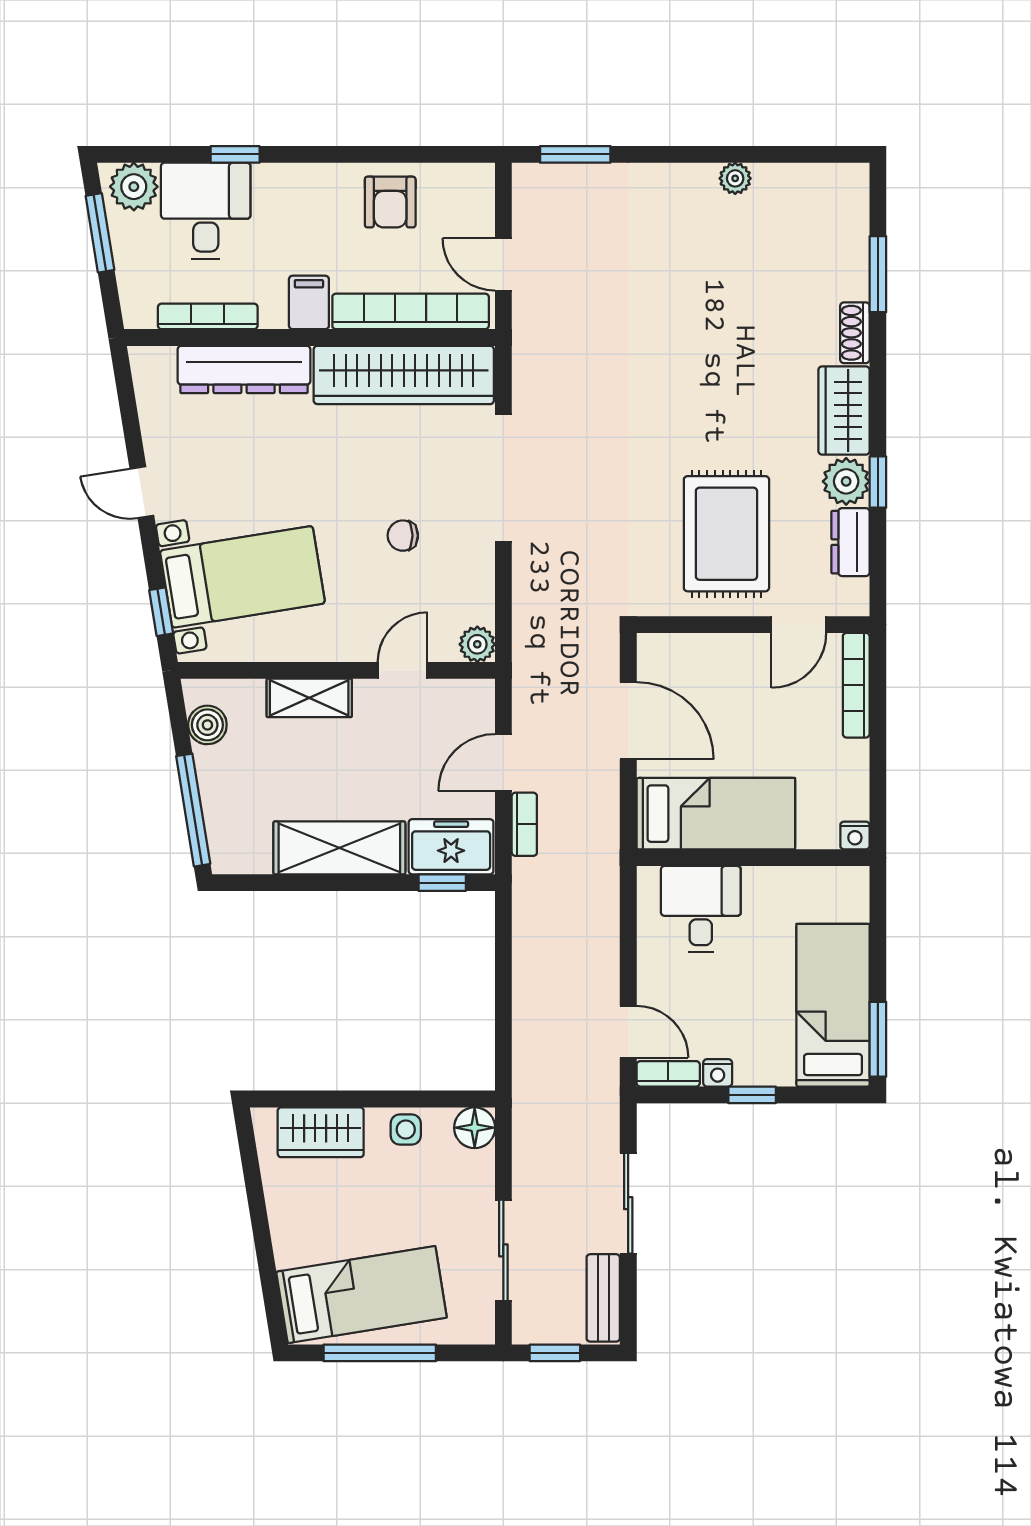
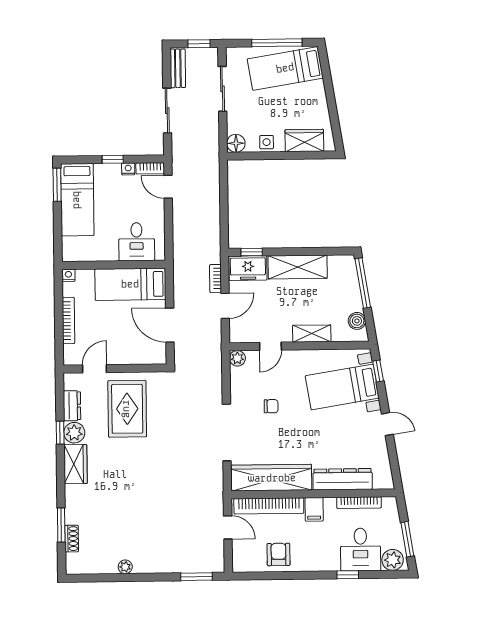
shoe rack: (855, 333) -> (72, 539), moved
bookcase: (856, 685) -> (68, 320), moved

